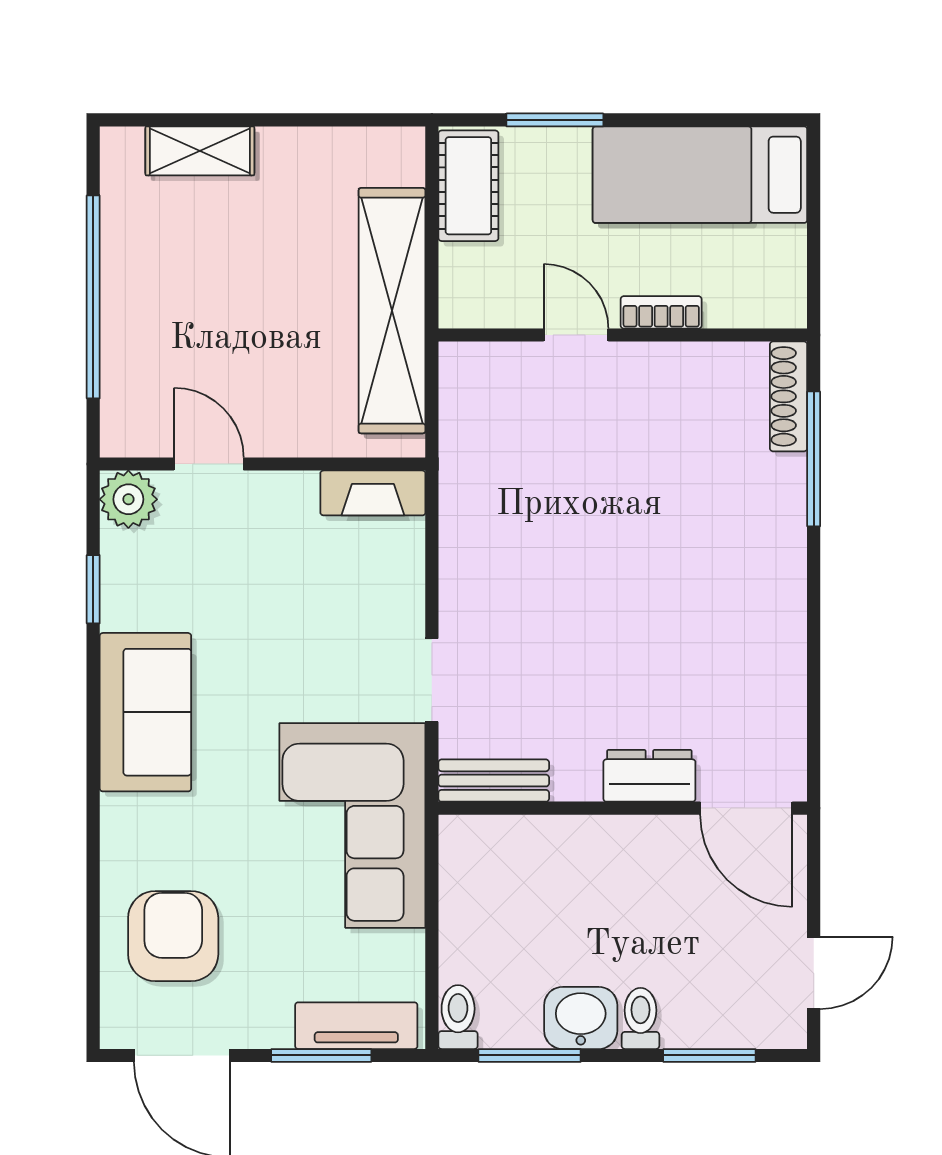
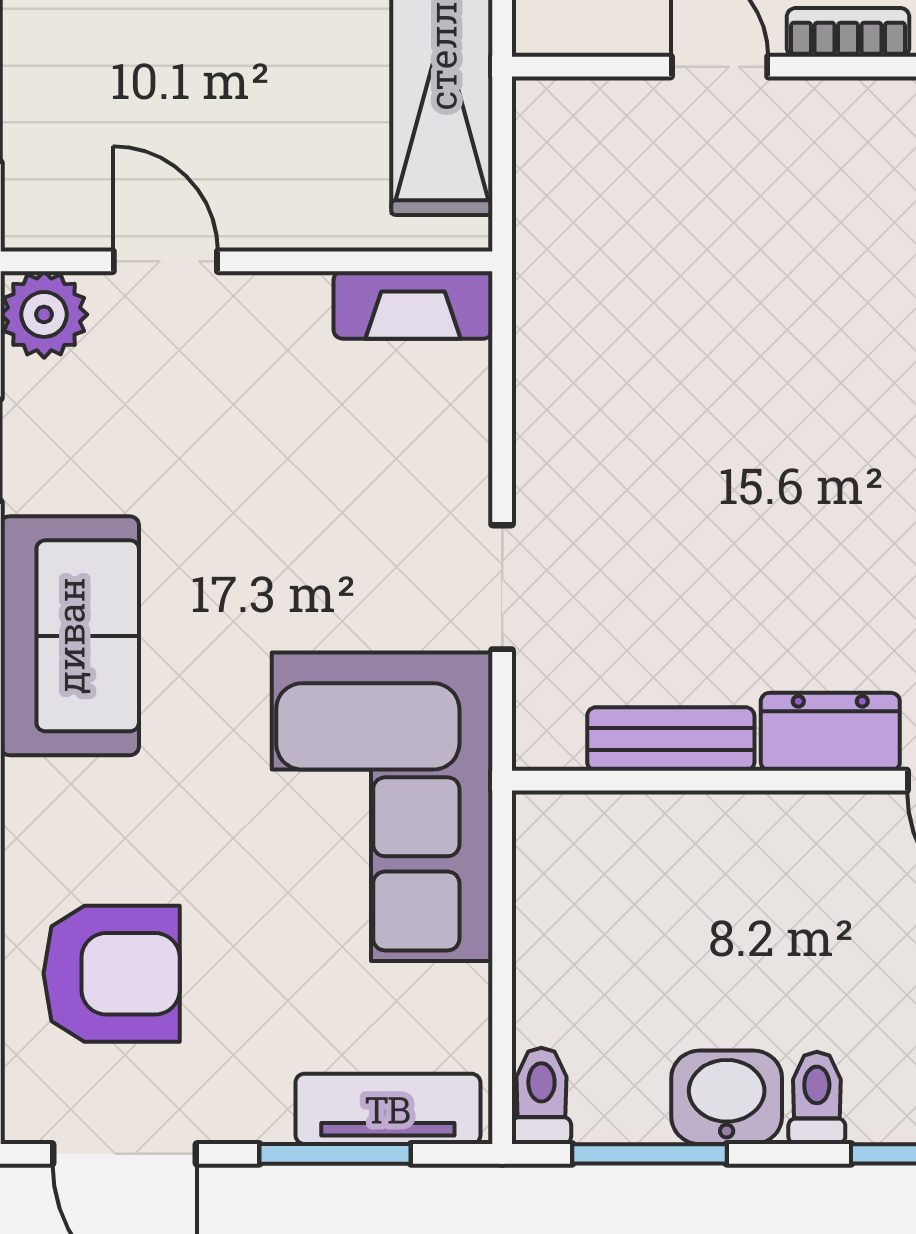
bench: (494, 781) -> (671, 739), moved
armchair: (173, 936) -> (112, 974), turned 90

